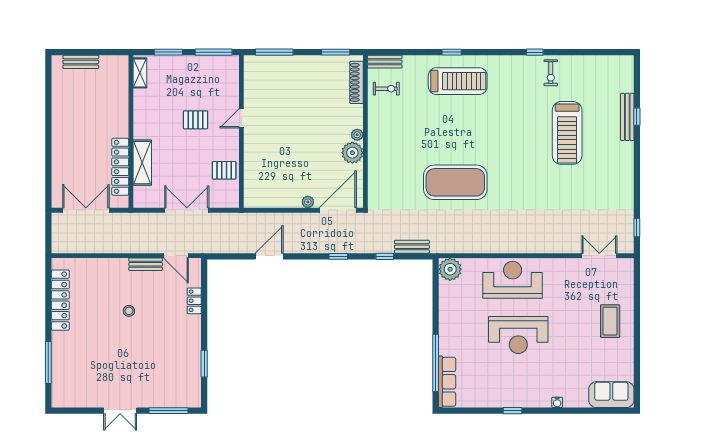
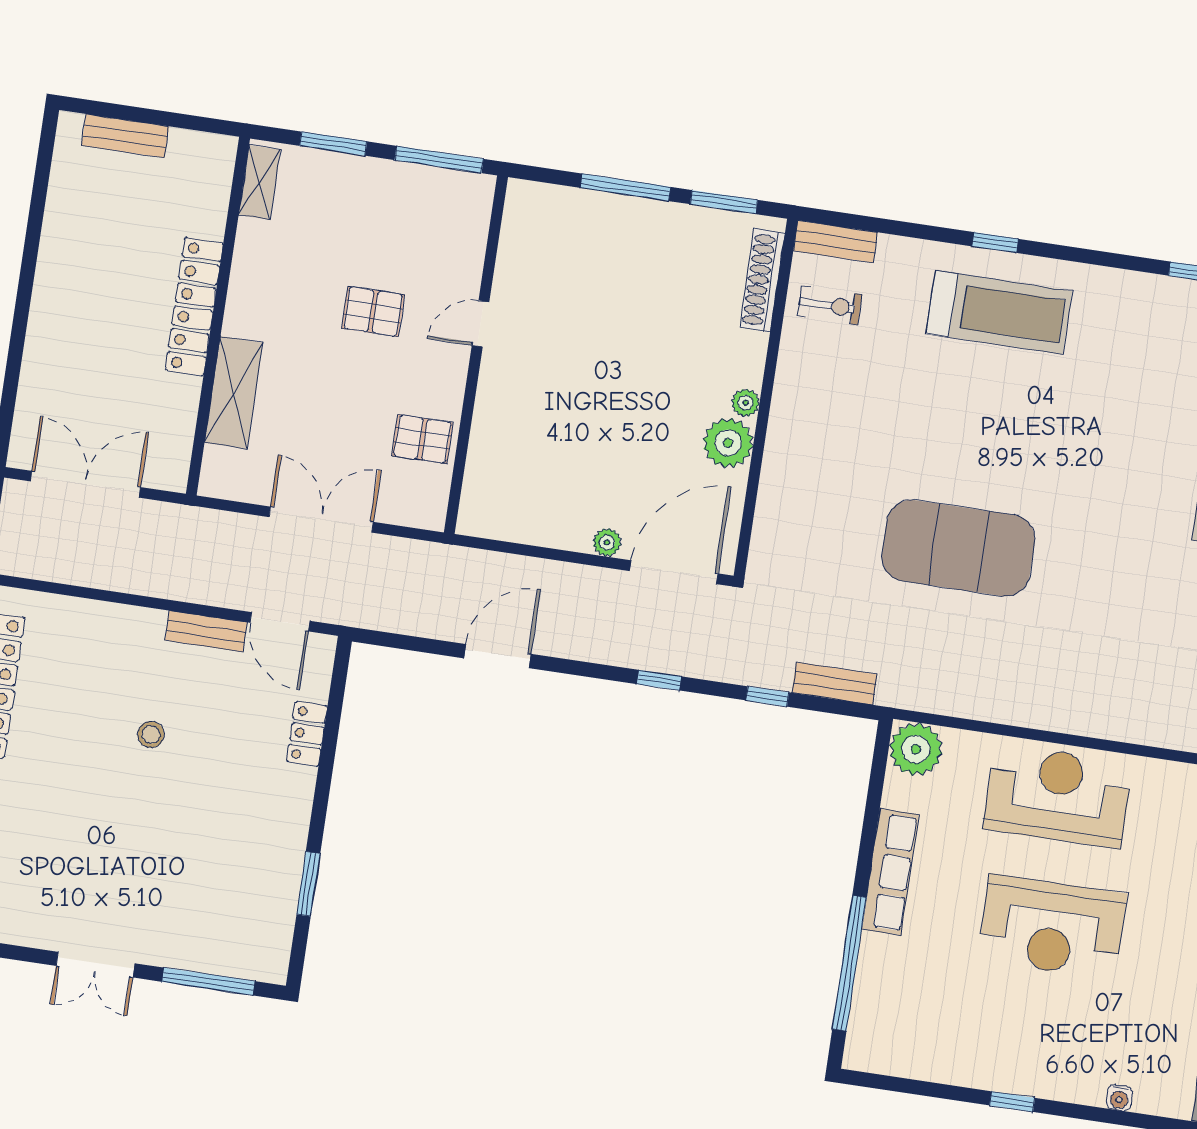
window: (274, 52) -> (626, 187), moved
locker: (120, 167) -> (194, 307), moved
row of seats: (447, 382) -> (890, 872), moved

